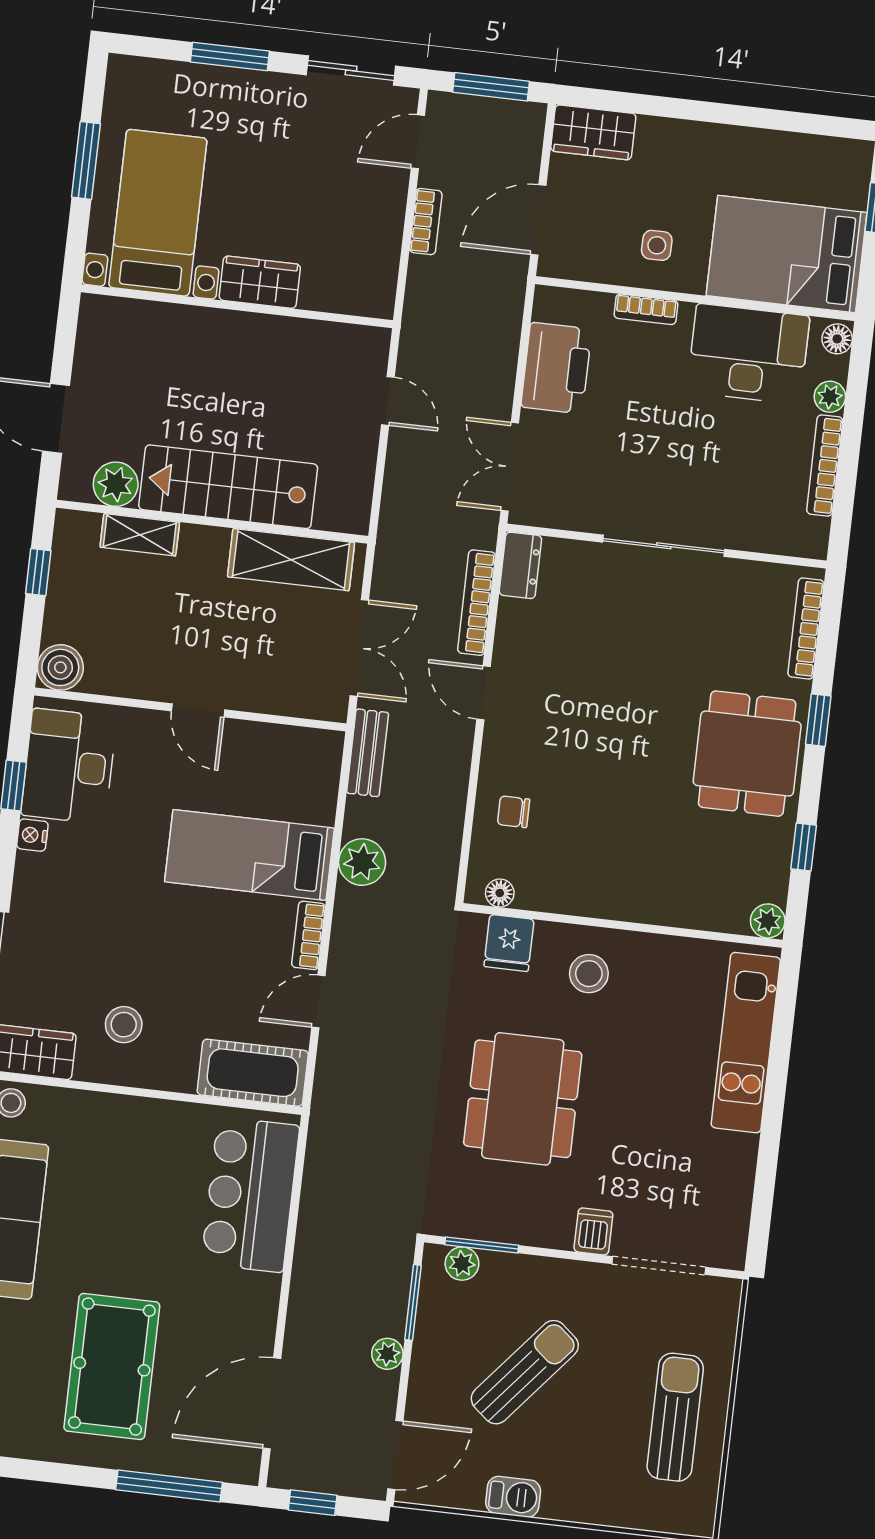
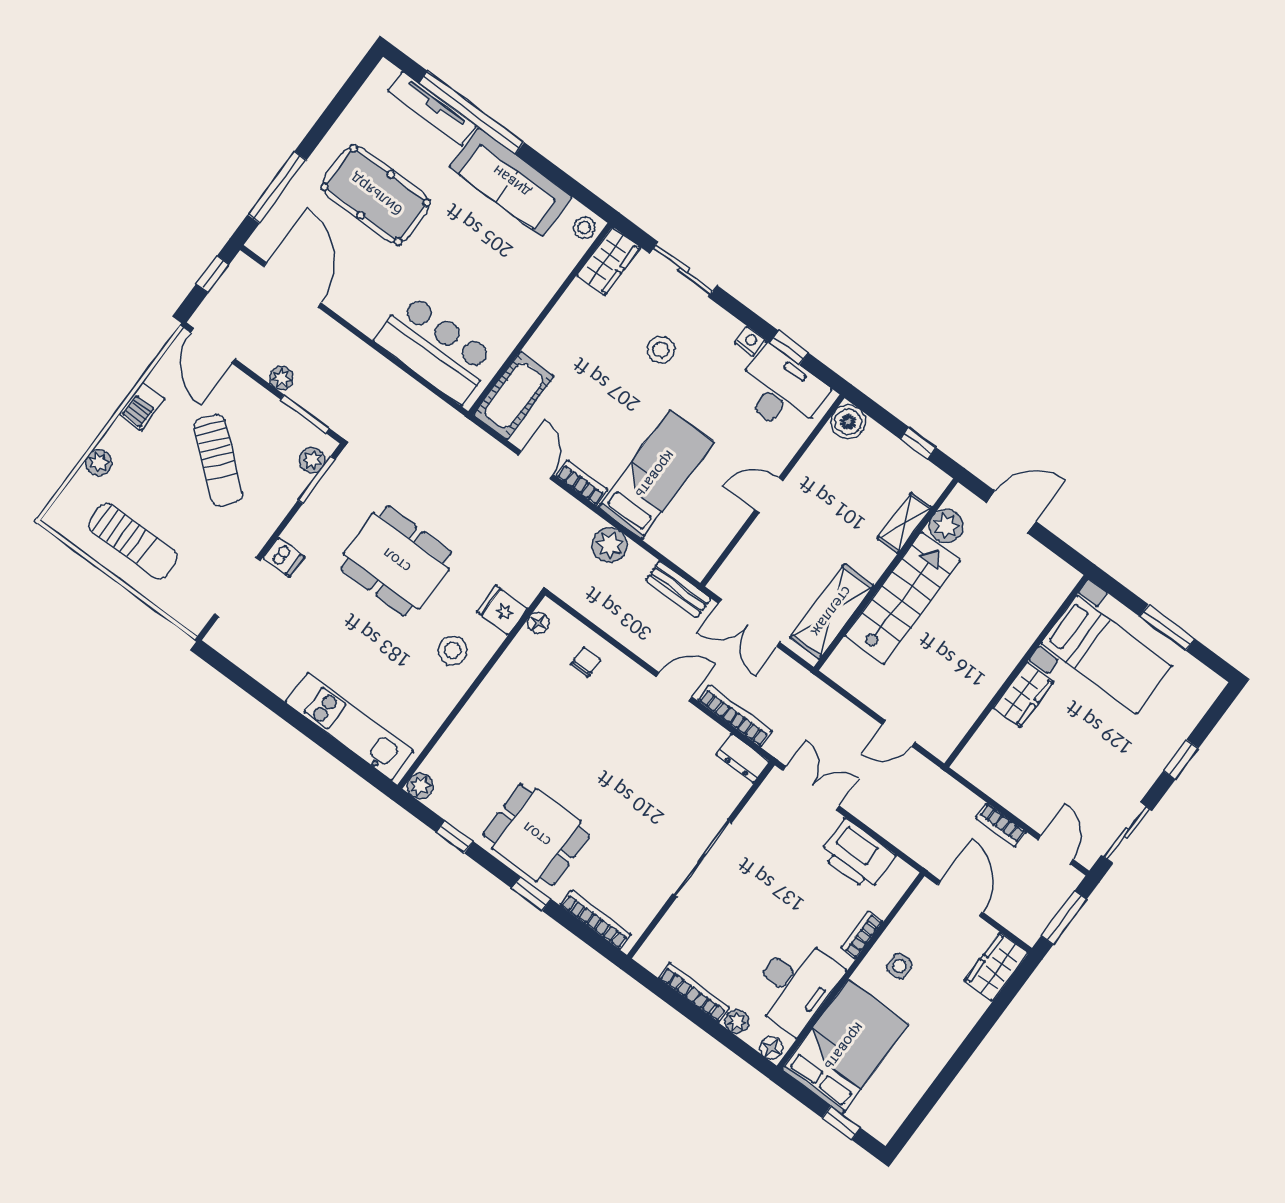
window: (230, 56) -> (1181, 760), width x0.67
stool: (124, 1025) -> (661, 350), moved
plant: (607, 1509) -> (99, 463), added

